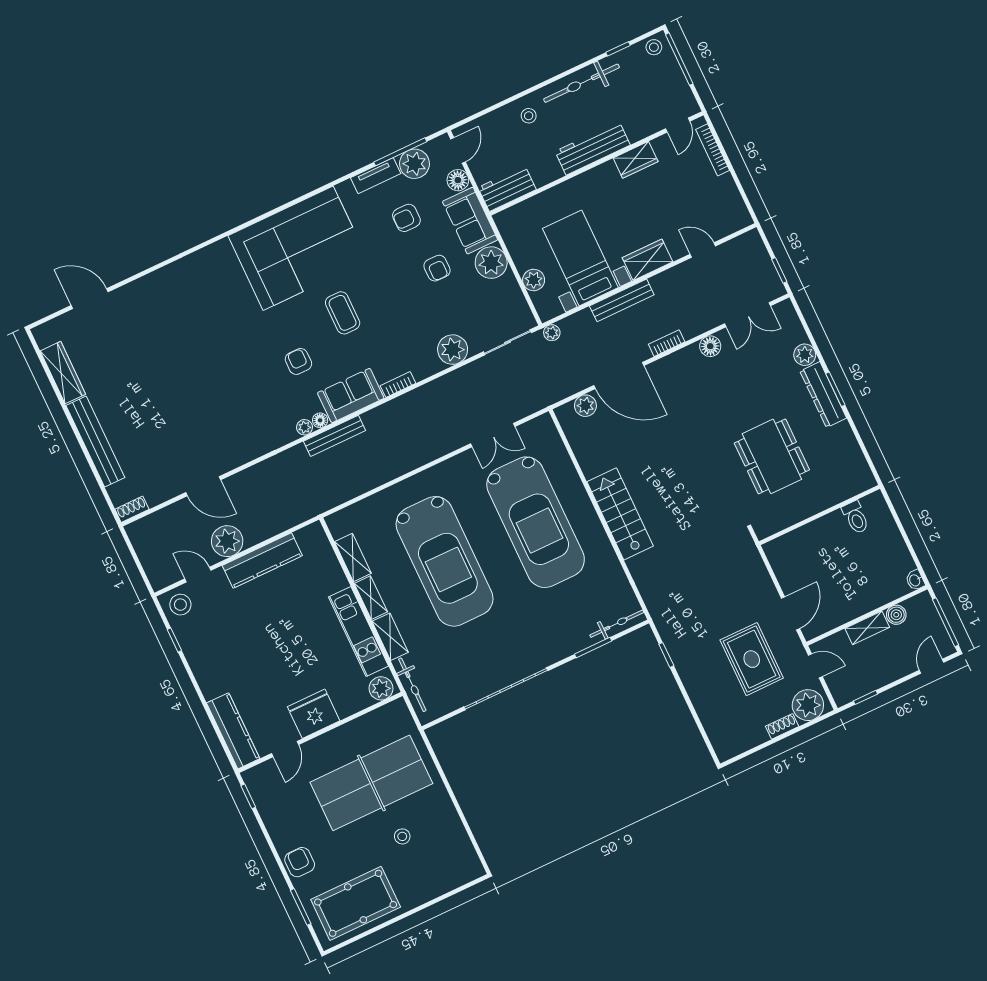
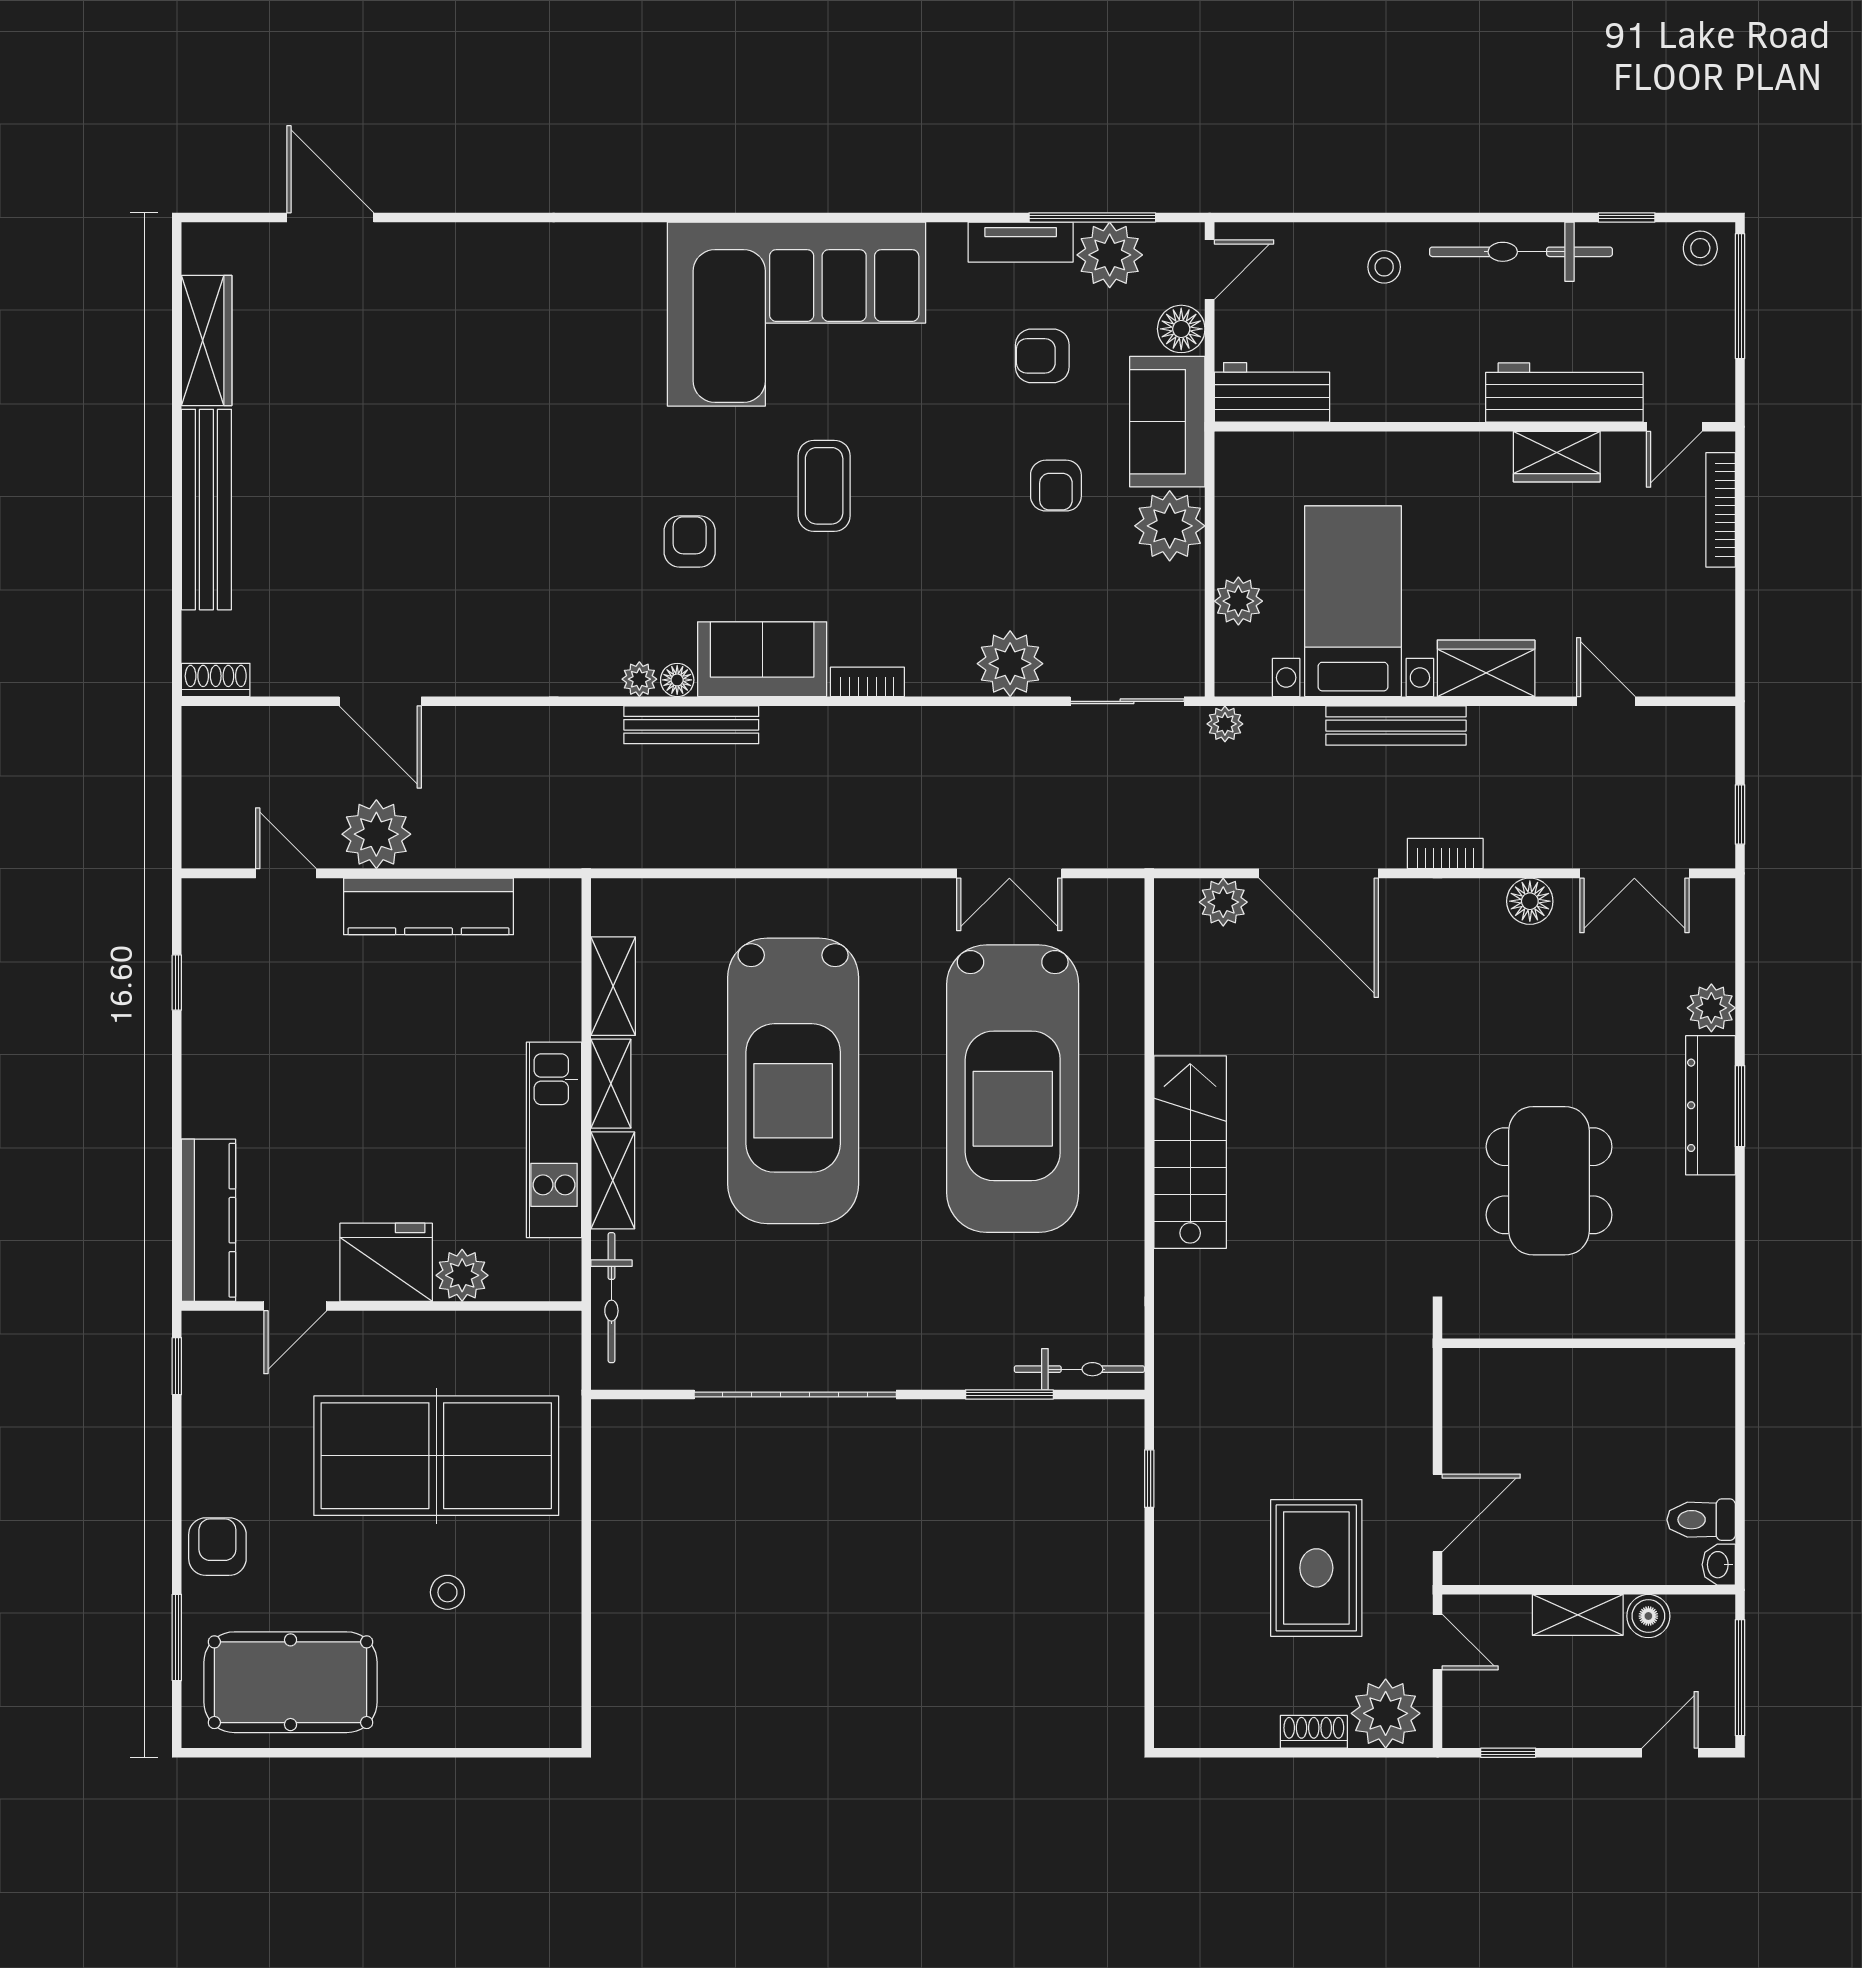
workbench: (593, 148) -> (1564, 393), moved
toilet: (856, 517) -> (1701, 1520), moved, turned 90
stool: (180, 605) -> (222, 917), removed
plant: (381, 688) -> (462, 1275), moved

